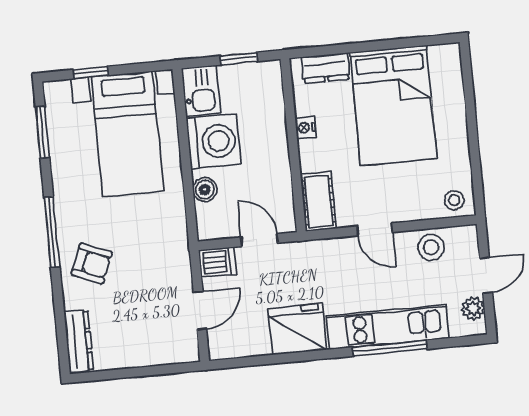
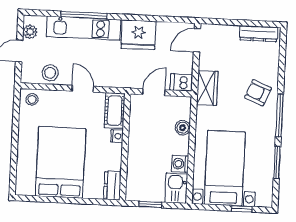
dresser: (325, 68) -> (112, 185), moved, turned -90
nightstand: (306, 128) -> (117, 136), moved
window: (43, 132) -> (277, 162), moved
washing machine: (214, 142) -> (180, 164), width x0.53, depth x0.53
door: (259, 240) -> (154, 92), swing flipped
wardrobe: (174, 259) -> (207, 88), added
door: (200, 311) -> (197, 40), moved
dresser: (79, 341) -> (259, 34), moved, turned -90

